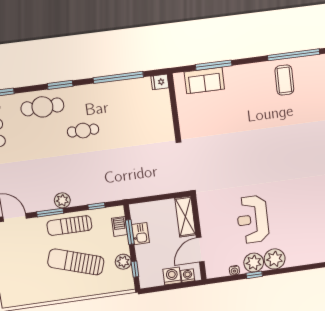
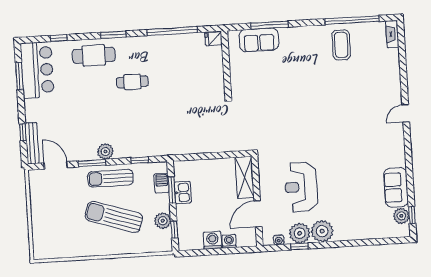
shelving: (185, 217) -> (245, 177), moved
wall: (199, 238) -> (257, 201), moved
door: (200, 250) -> (258, 214), moved

